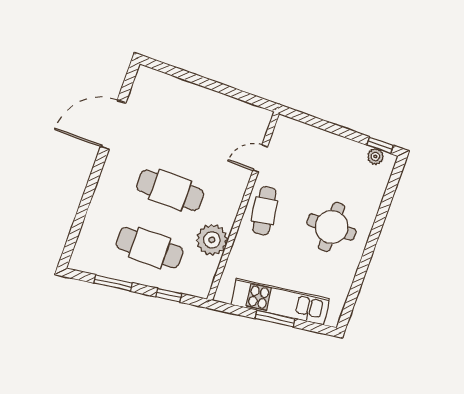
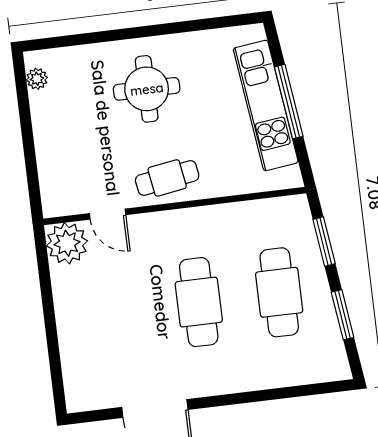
window: (380, 145) -> (21, 80), removed
plant: (212, 240) -> (67, 243), moved
window: (169, 295) -> (324, 241), width x1.50
window: (275, 319) -> (289, 102), width x1.44

